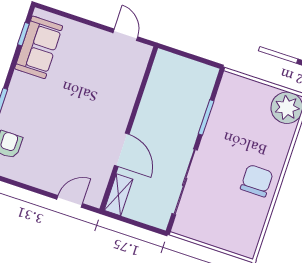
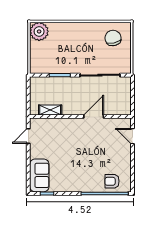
sofa: (39, 47) -> (39, 175), moved, turned 90
chair: (257, 181) -> (113, 38), moved, turned 77
shelving: (118, 195) -> (50, 110), moved

